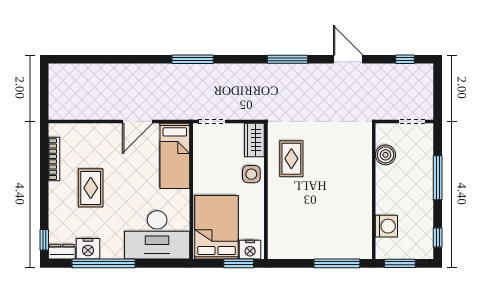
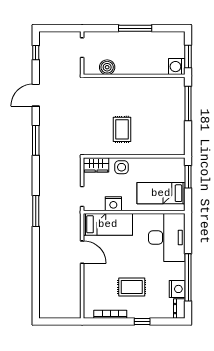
rug: (291, 159) -> (122, 129), moved, turned 90
window: (438, 178) -> (135, 28), moved
washing machine: (386, 226) -> (177, 67), moved, turned -90
bed: (216, 227) -> (161, 193), width x0.67
window: (438, 237) -> (169, 28), removed
window: (44, 240) -> (142, 322), moved
nightstand: (250, 250) -> (113, 204), moved, turned 90

